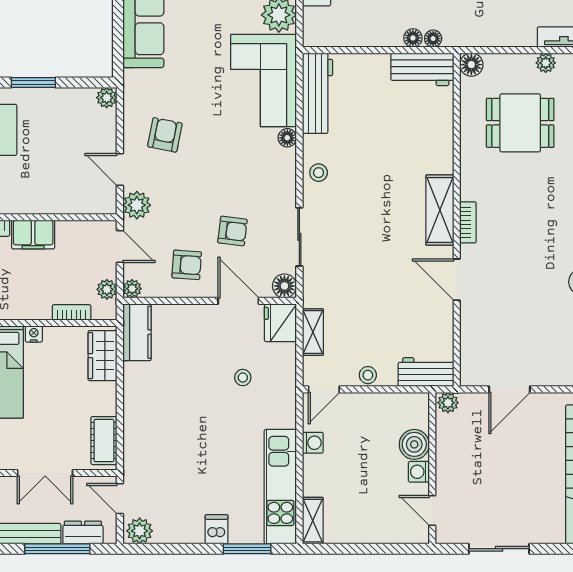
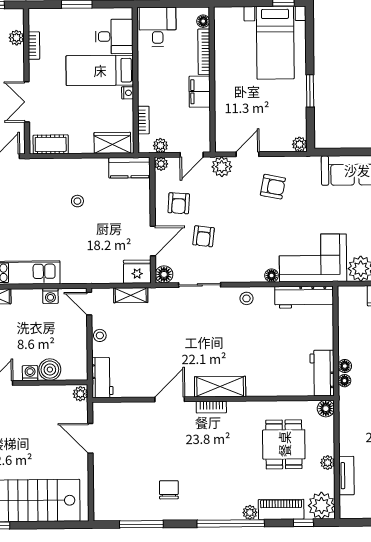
stool: (243, 378) -> (77, 201), moved

